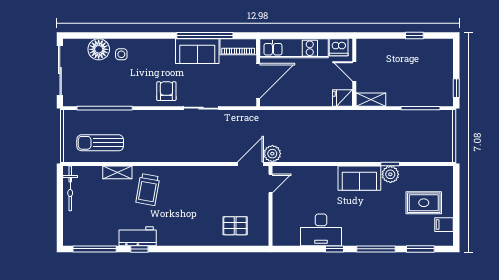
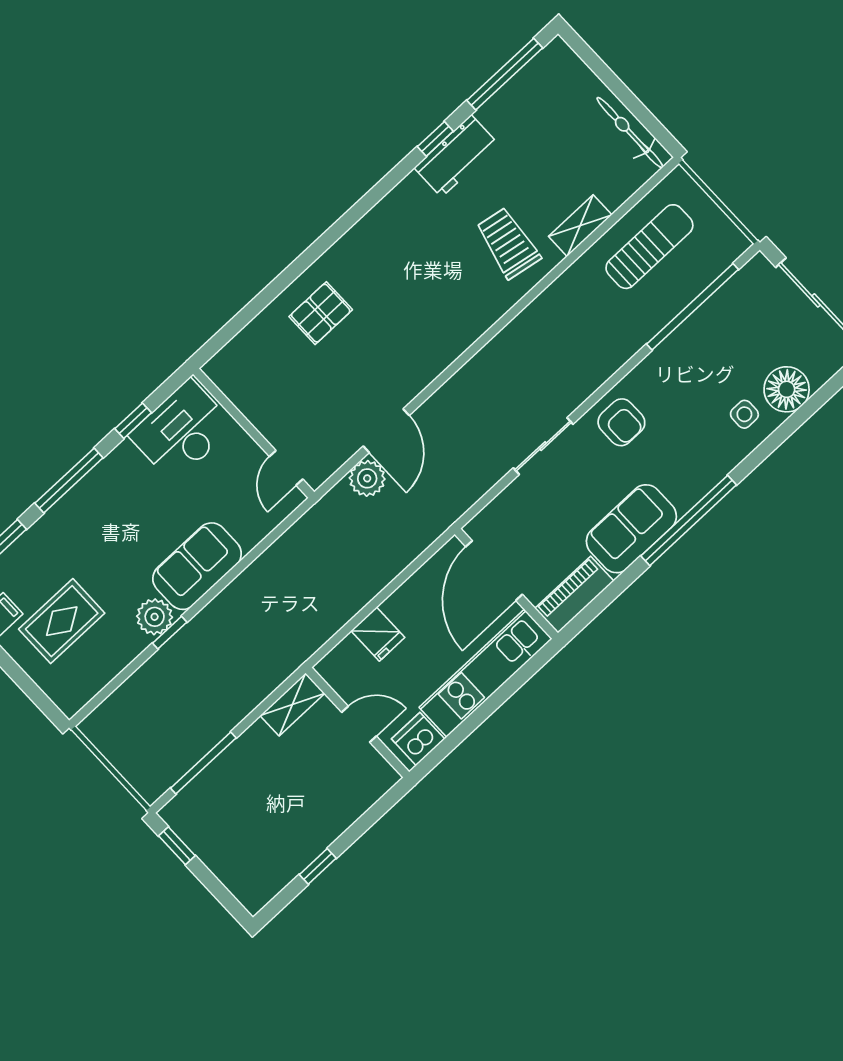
window: (205, 36) -> (689, 520), moved
fridge: (343, 98) -> (378, 634), moved, turned 90
door: (271, 183) -> (286, 468), moved
wall: (271, 206) -> (254, 433), moved

